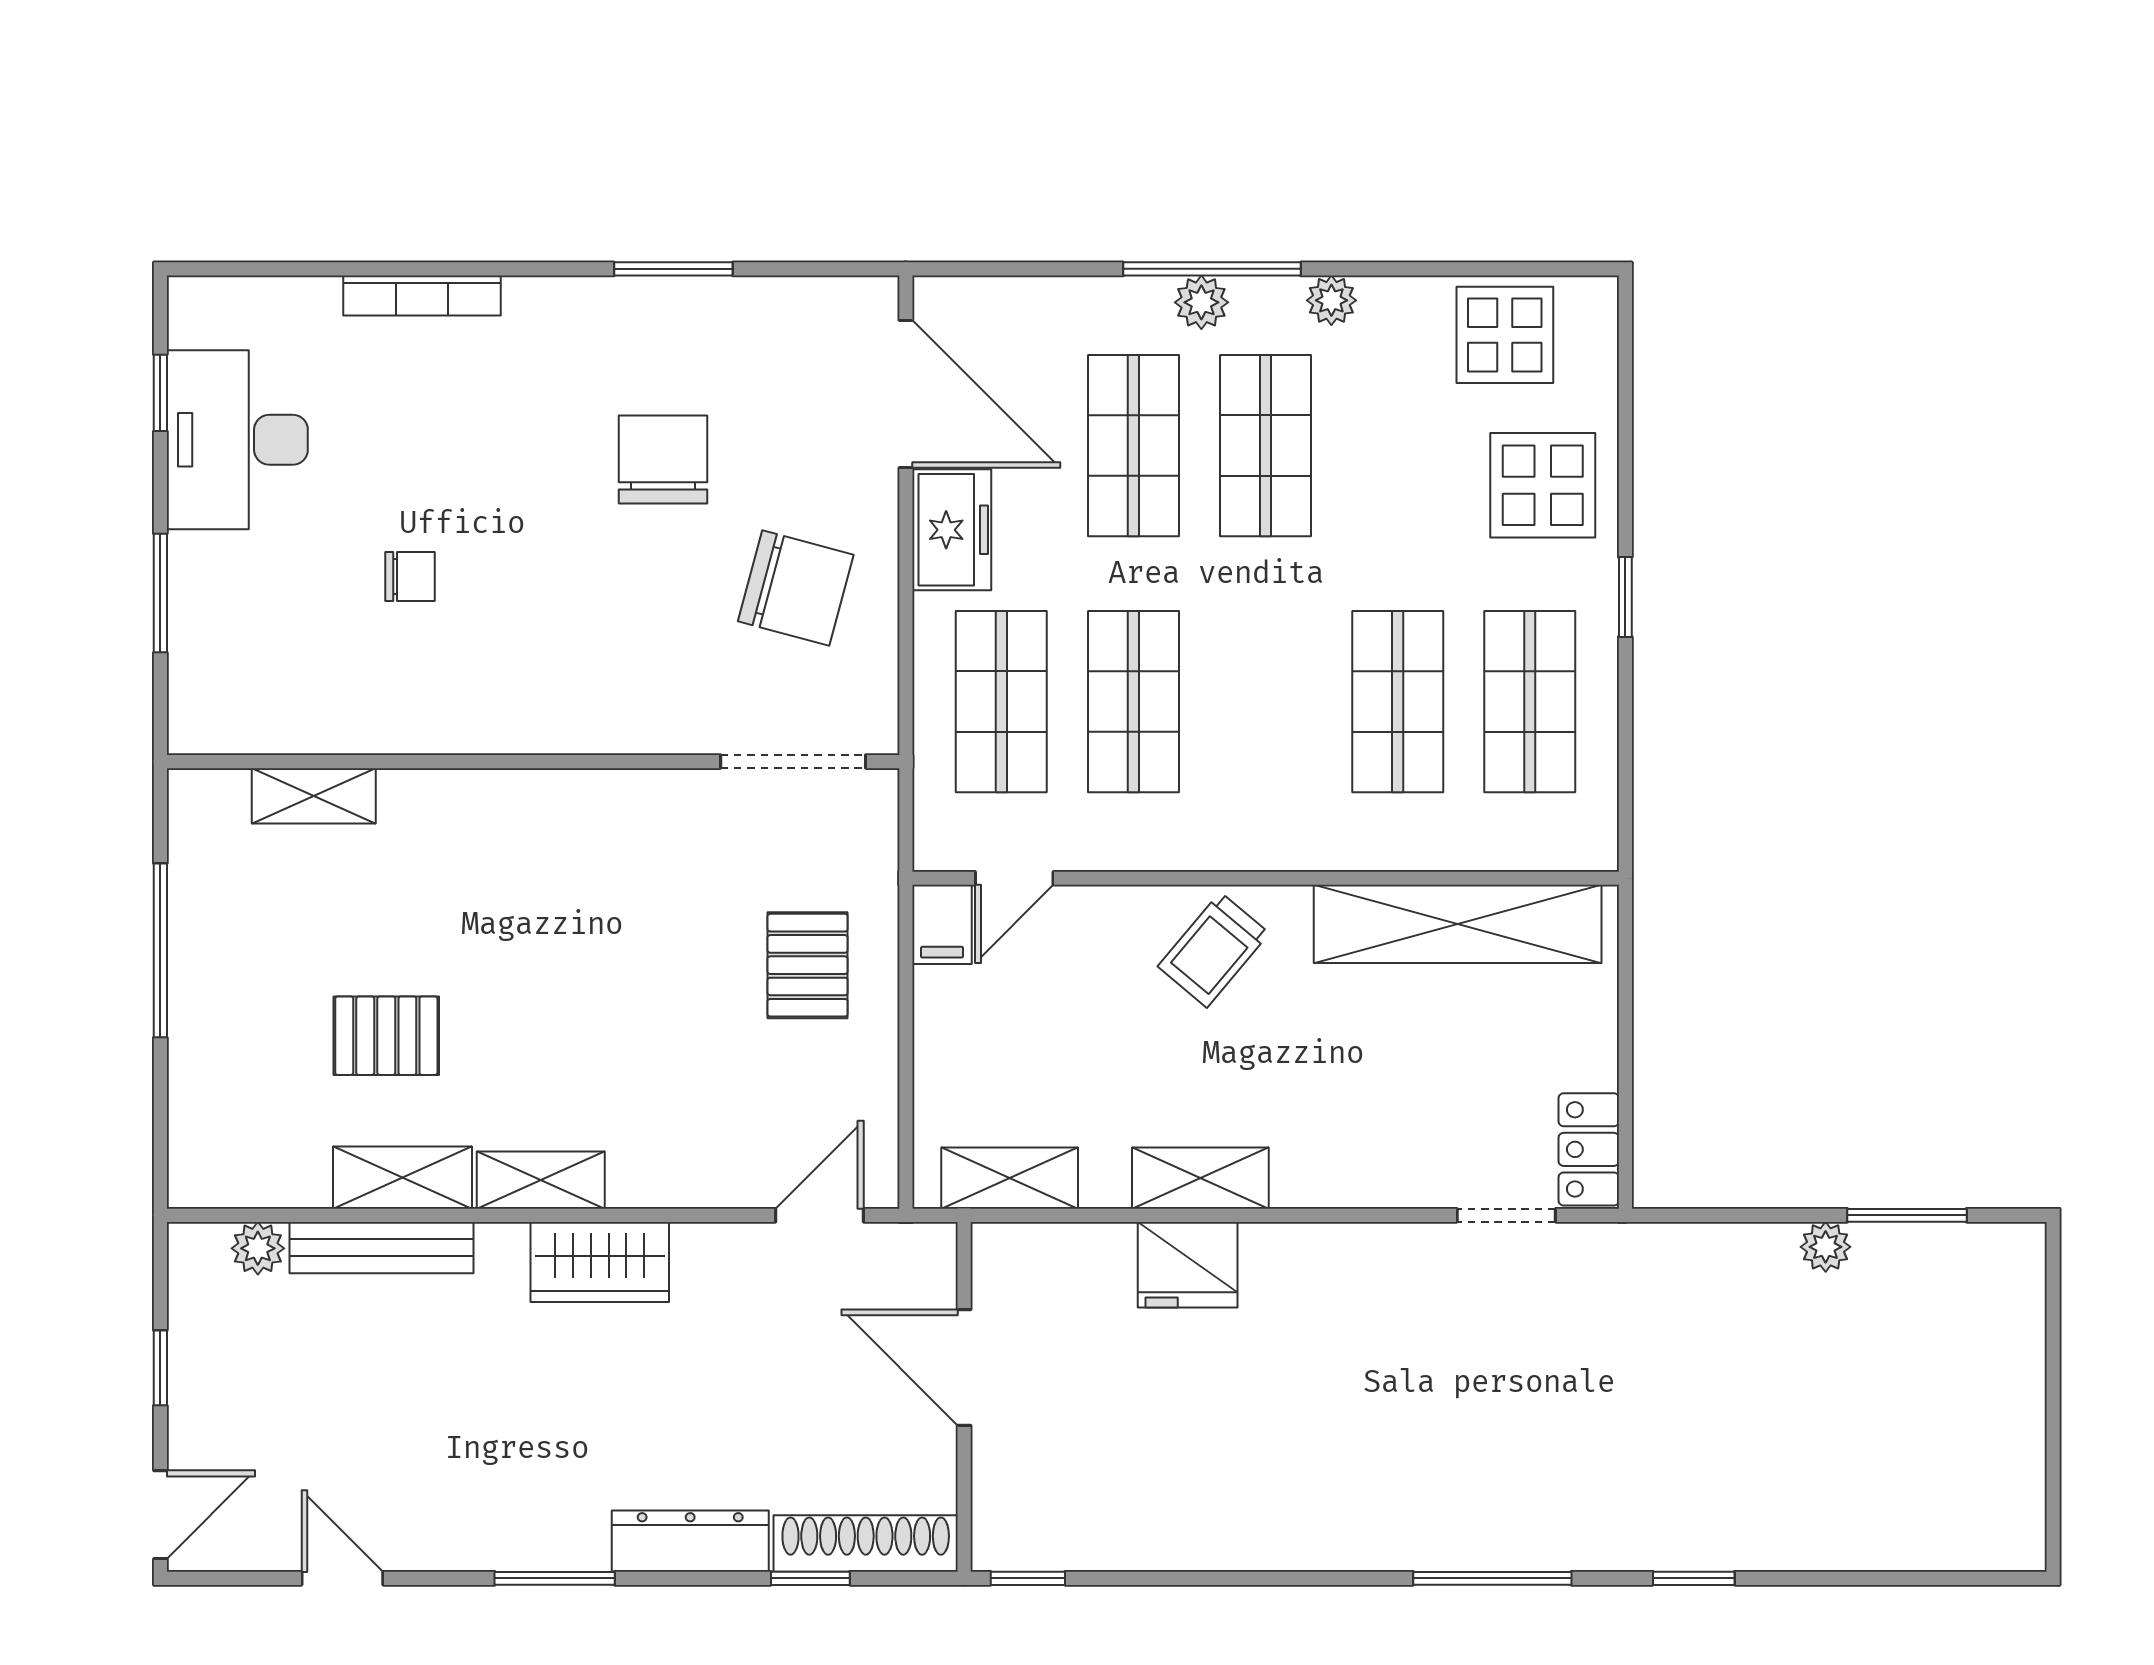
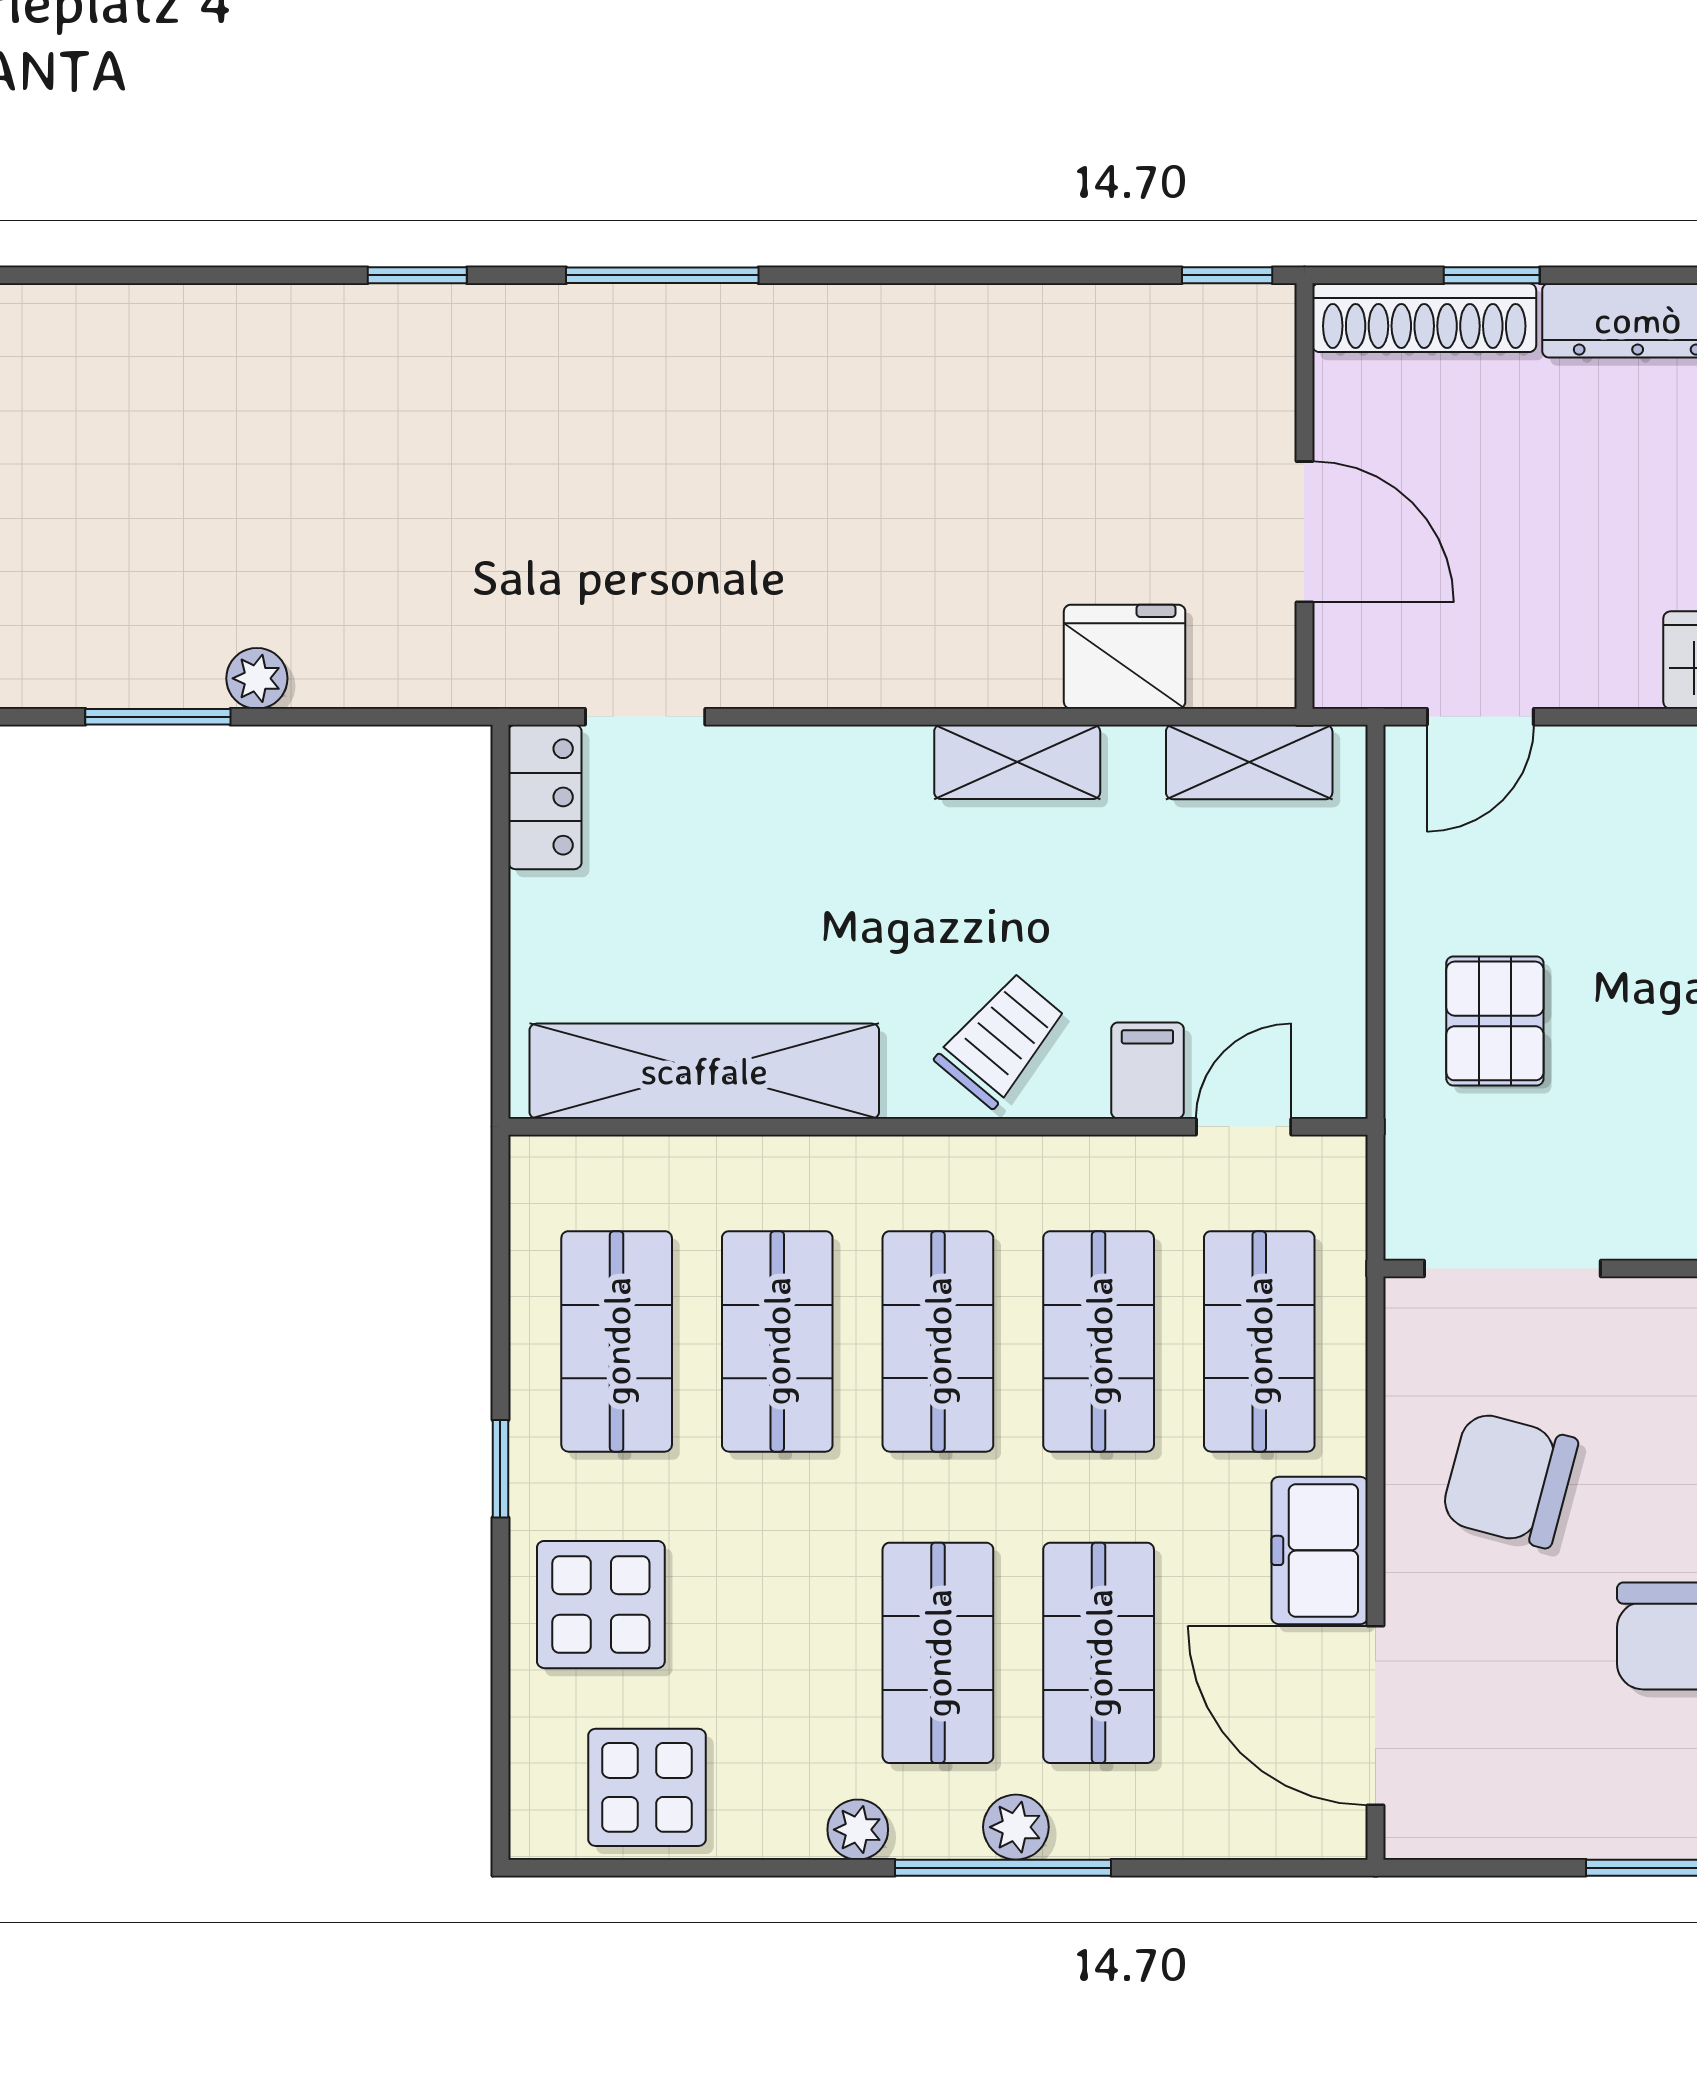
shop shelf: (1266, 702) -> (938, 1341), added
filing cabinet: (942, 924) -> (1147, 1071), moved
fridge: (1188, 1265) -> (1125, 657), moved

